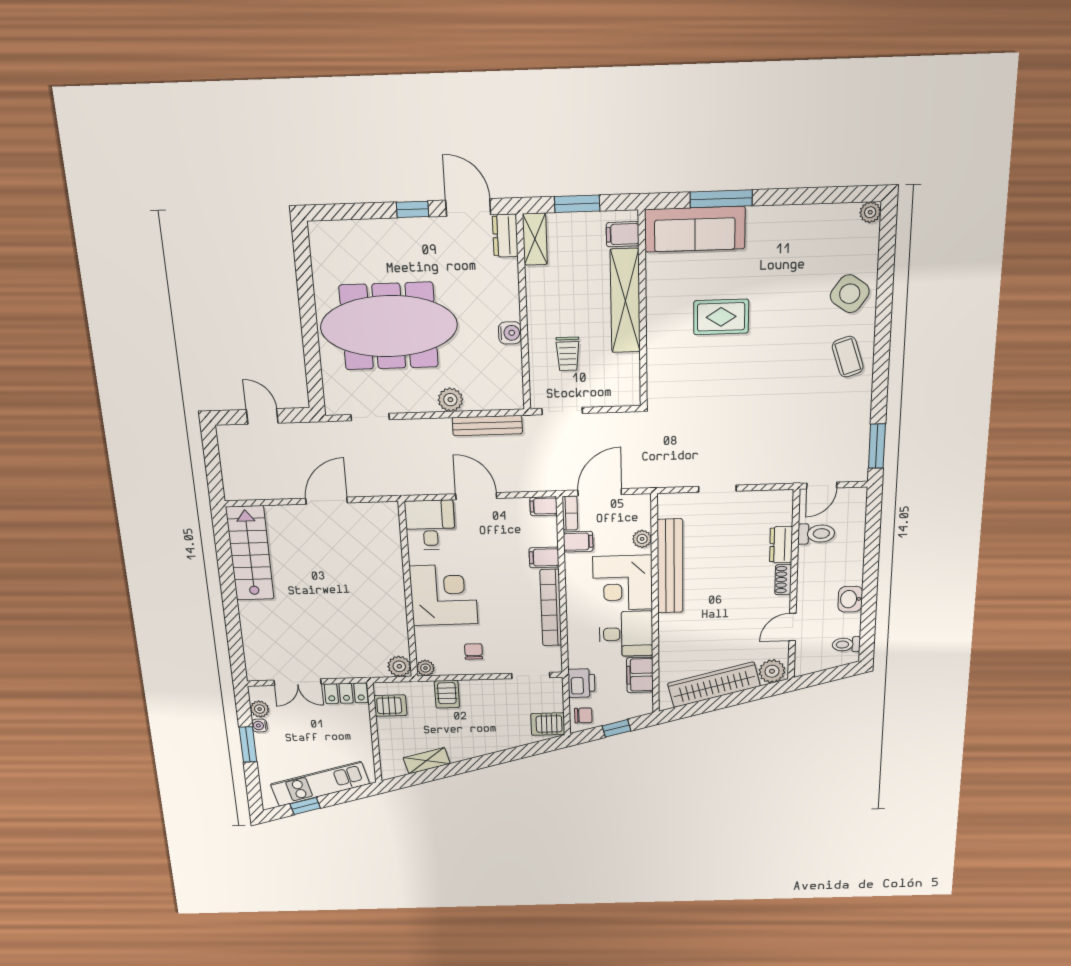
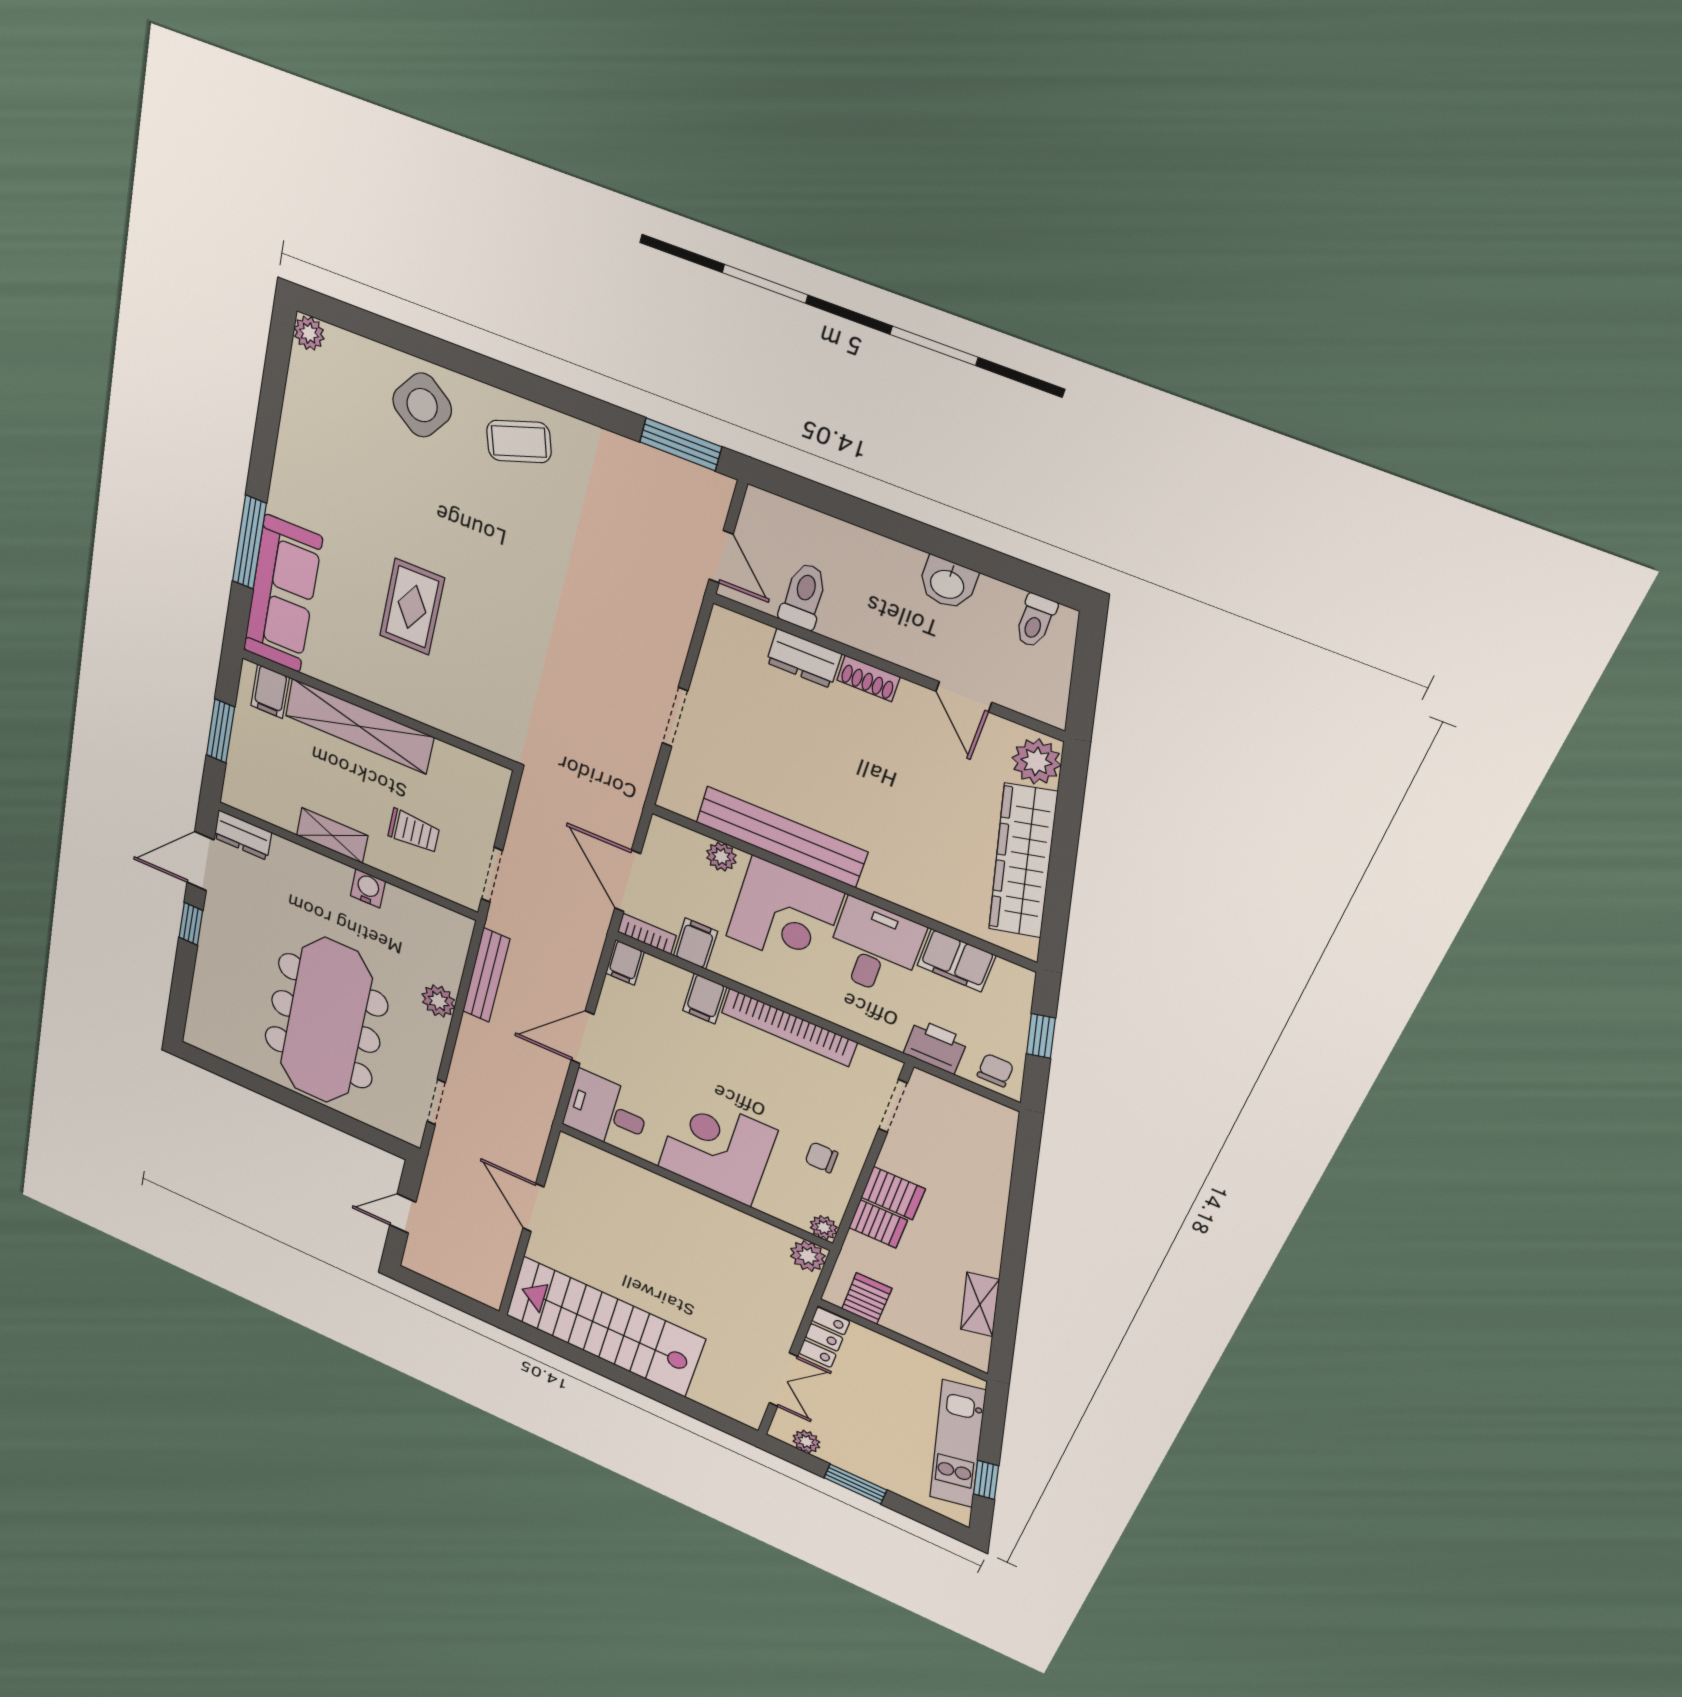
shelving: (535, 239) -> (332, 835), moved
stairs: (250, 553) -> (605, 1327), width x1.36, depth x1.51
server rack: (548, 724) -> (893, 1193), moved, turned -90
water cooler: (260, 725) -> (832, 1456), removed

